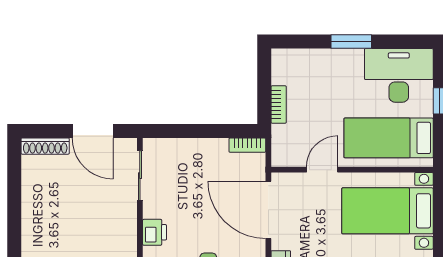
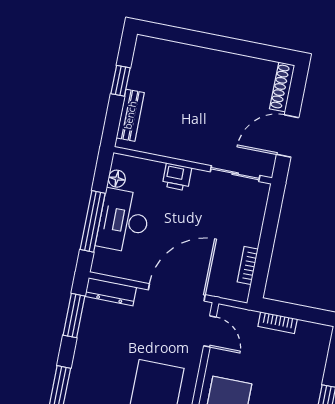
bookcase: (247, 145) -> (248, 266), moved
door: (322, 170) -> (210, 331), moved

